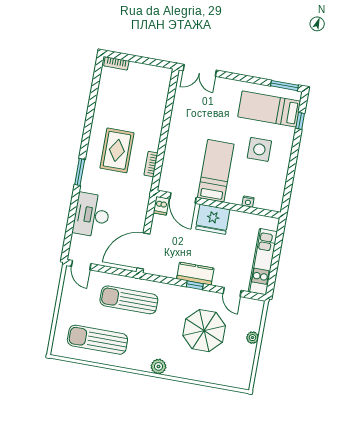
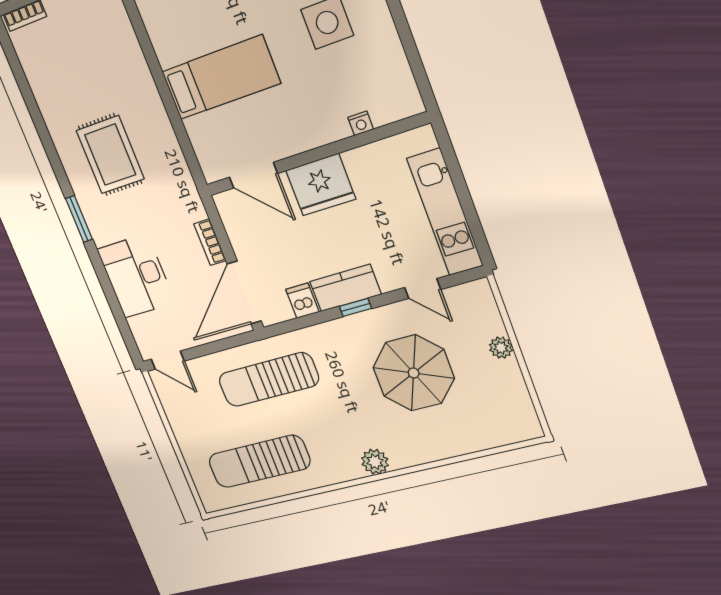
bookcase: (151, 164) -> (210, 242), moved
bed: (216, 171) -> (221, 77), moved, turned 90
dishwasher: (161, 206) -> (302, 301), moved, turned 180

